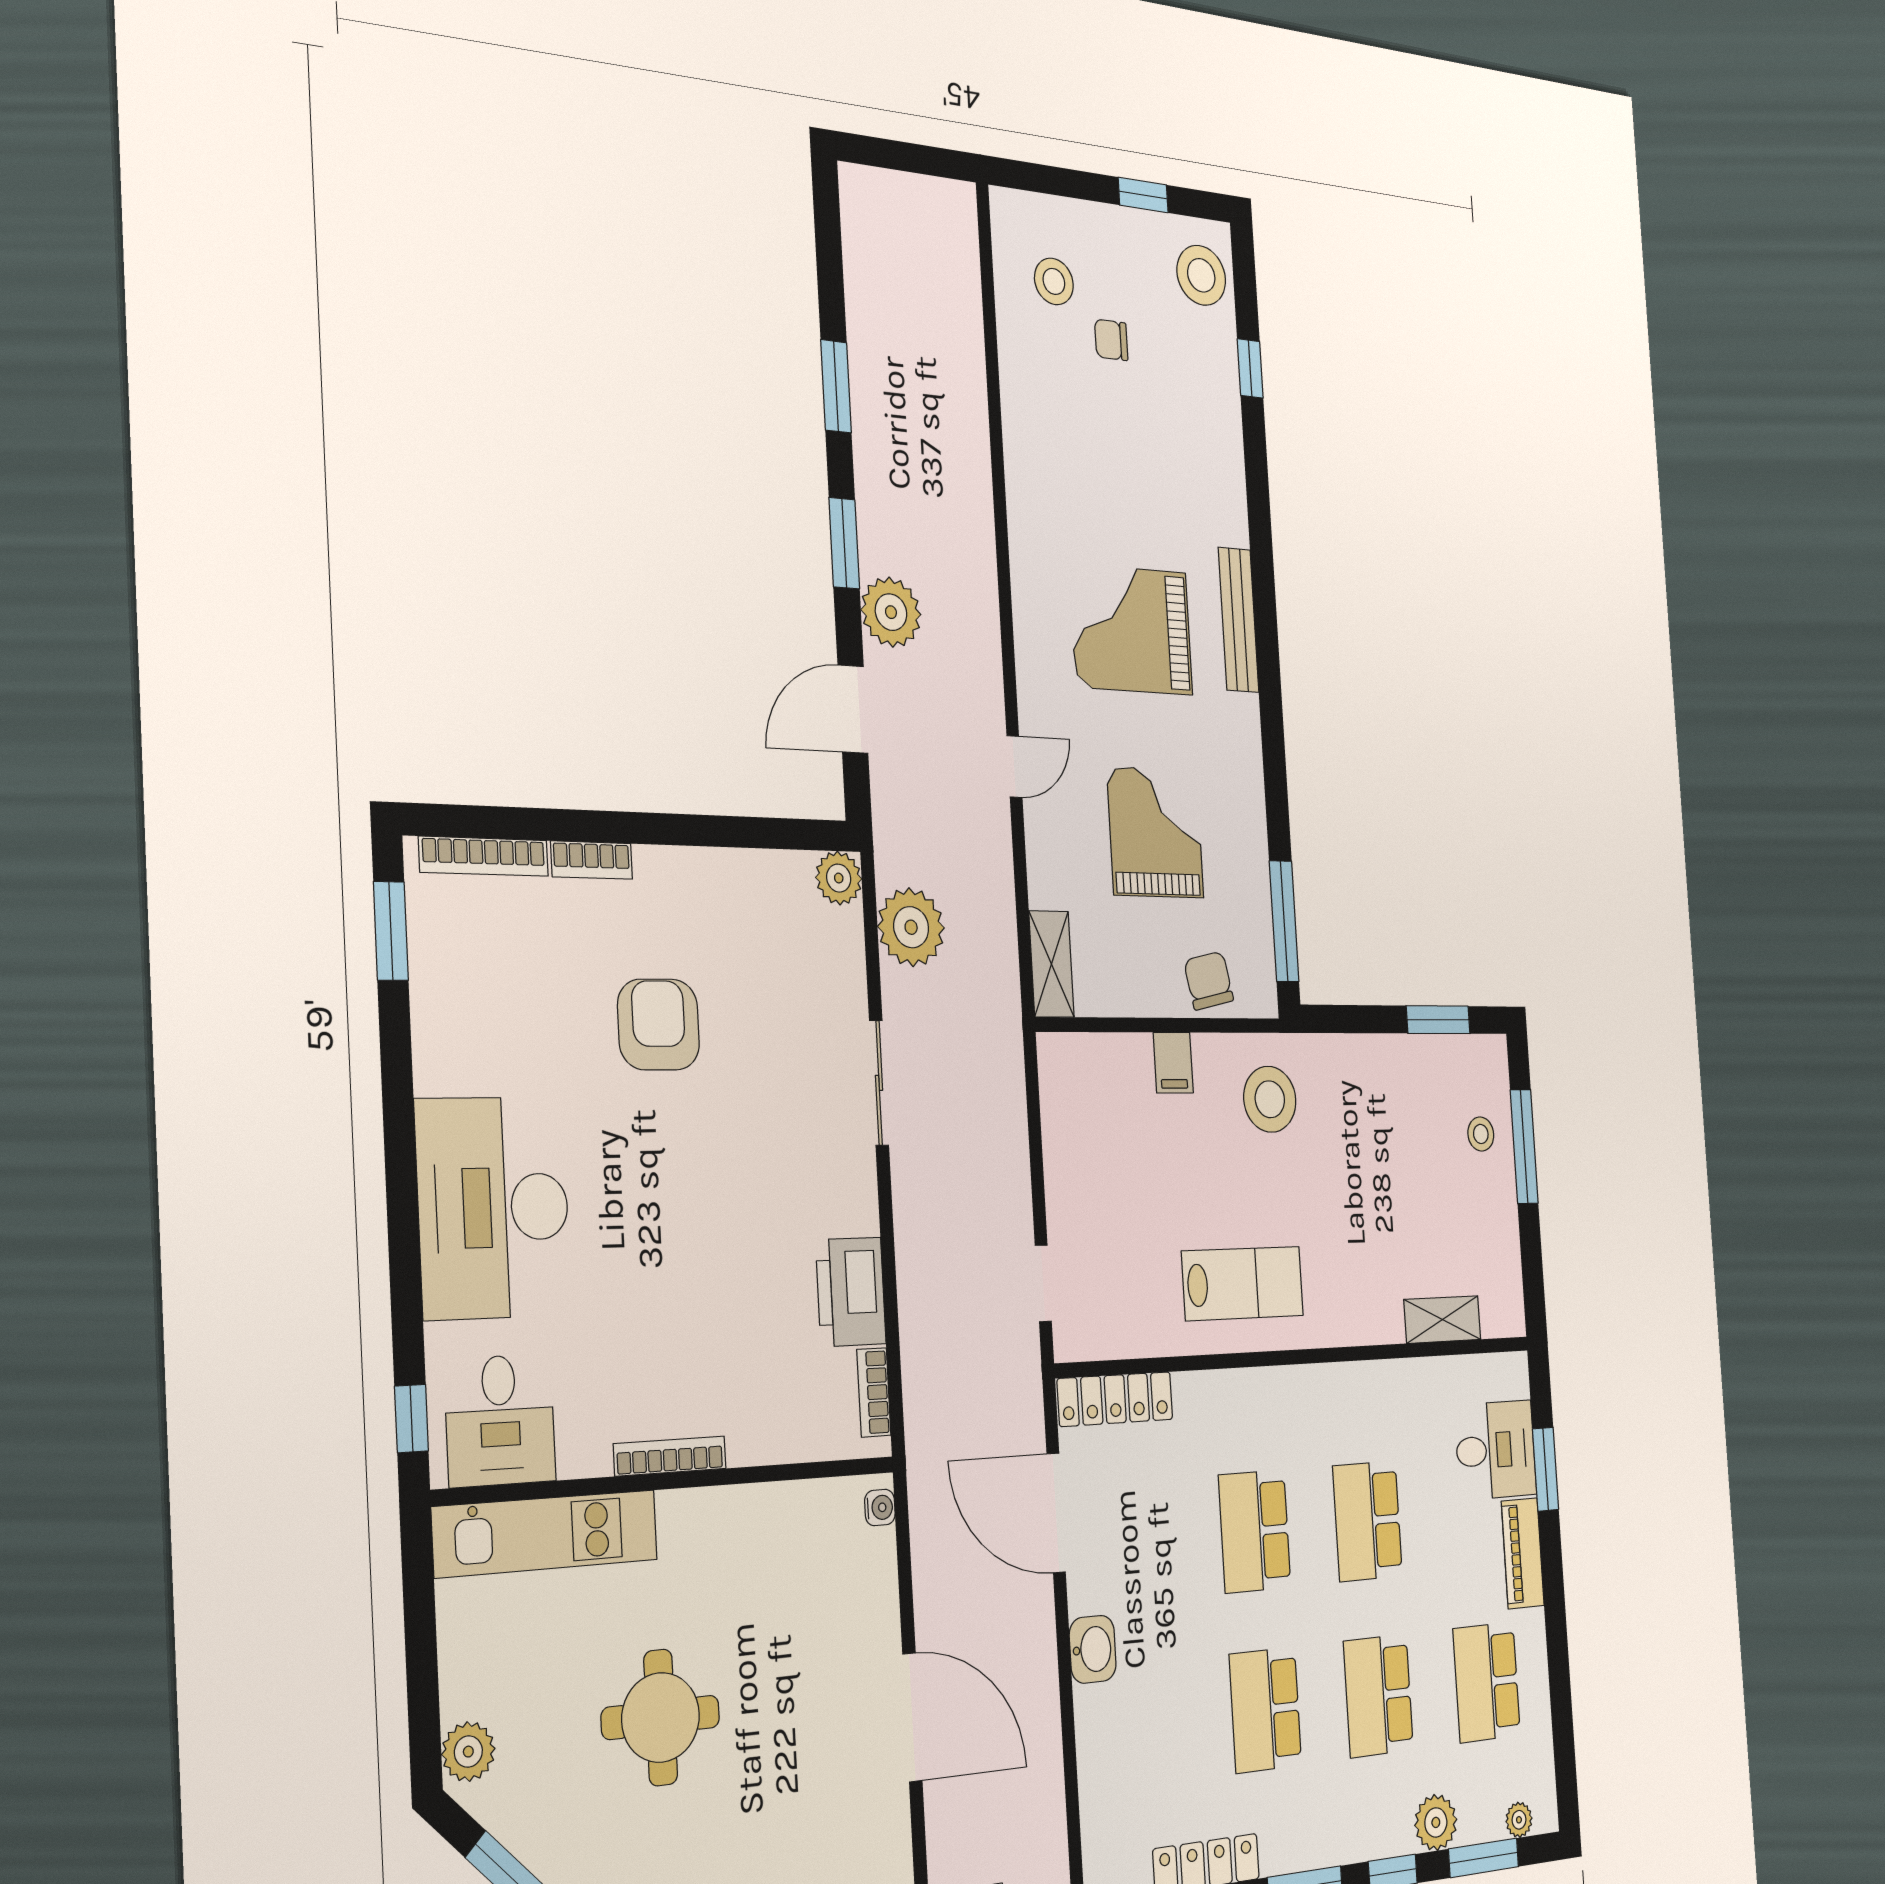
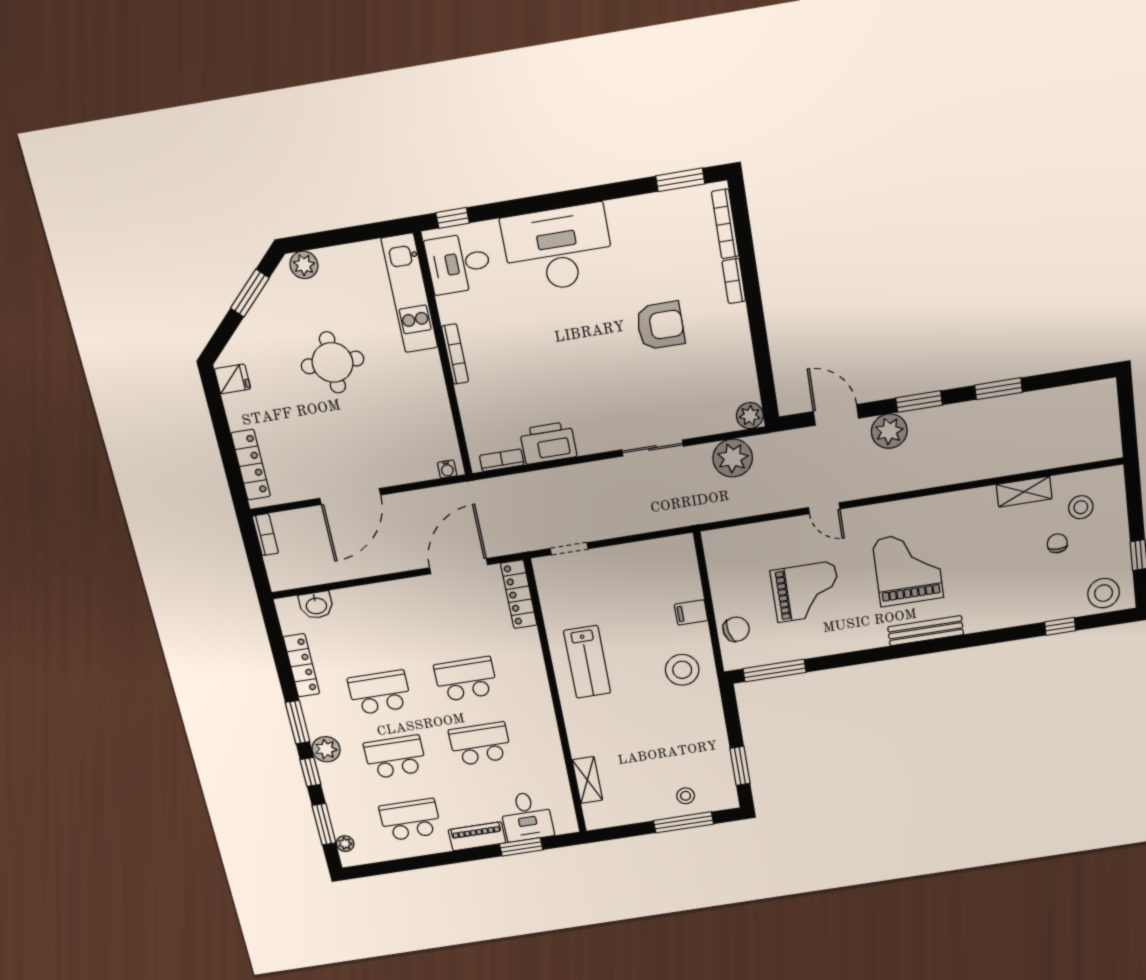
shelving: (1051, 964) -> (1024, 492), moved
washbasin: (1093, 1649) -> (316, 605), moved
plant: (1436, 1822) -> (326, 749), moved

